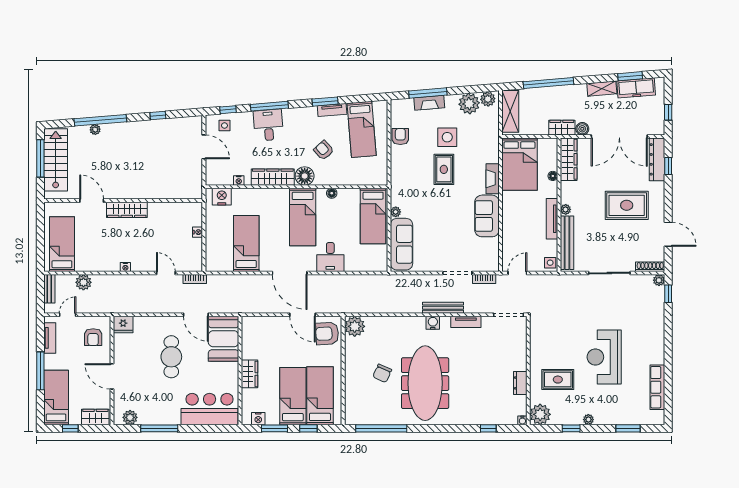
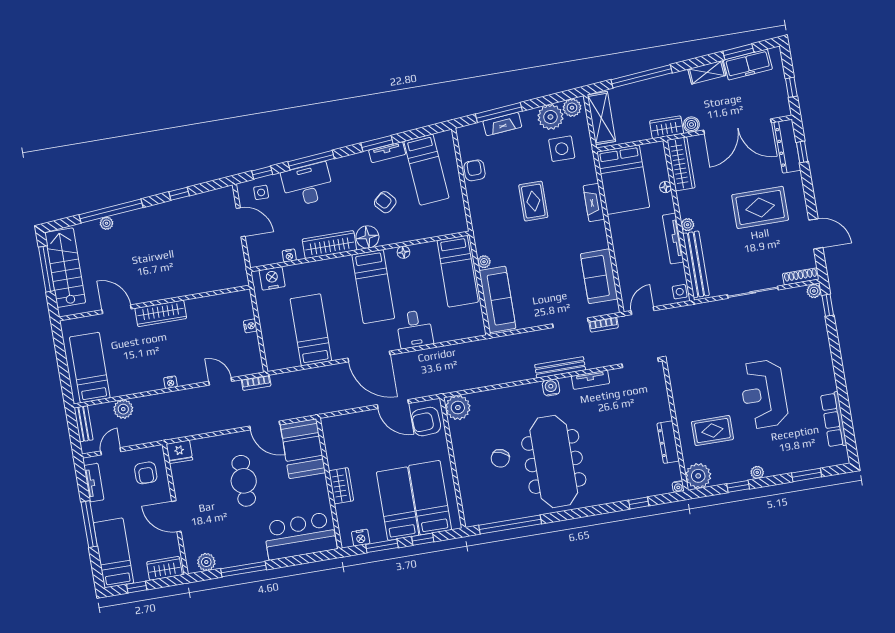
desk: (268, 125) -> (307, 185), width x1.37
side table: (447, 137) -> (562, 149), moved
sofa: (487, 216) -> (599, 276), moved
dresser: (520, 383) -> (668, 442), width x1.44

